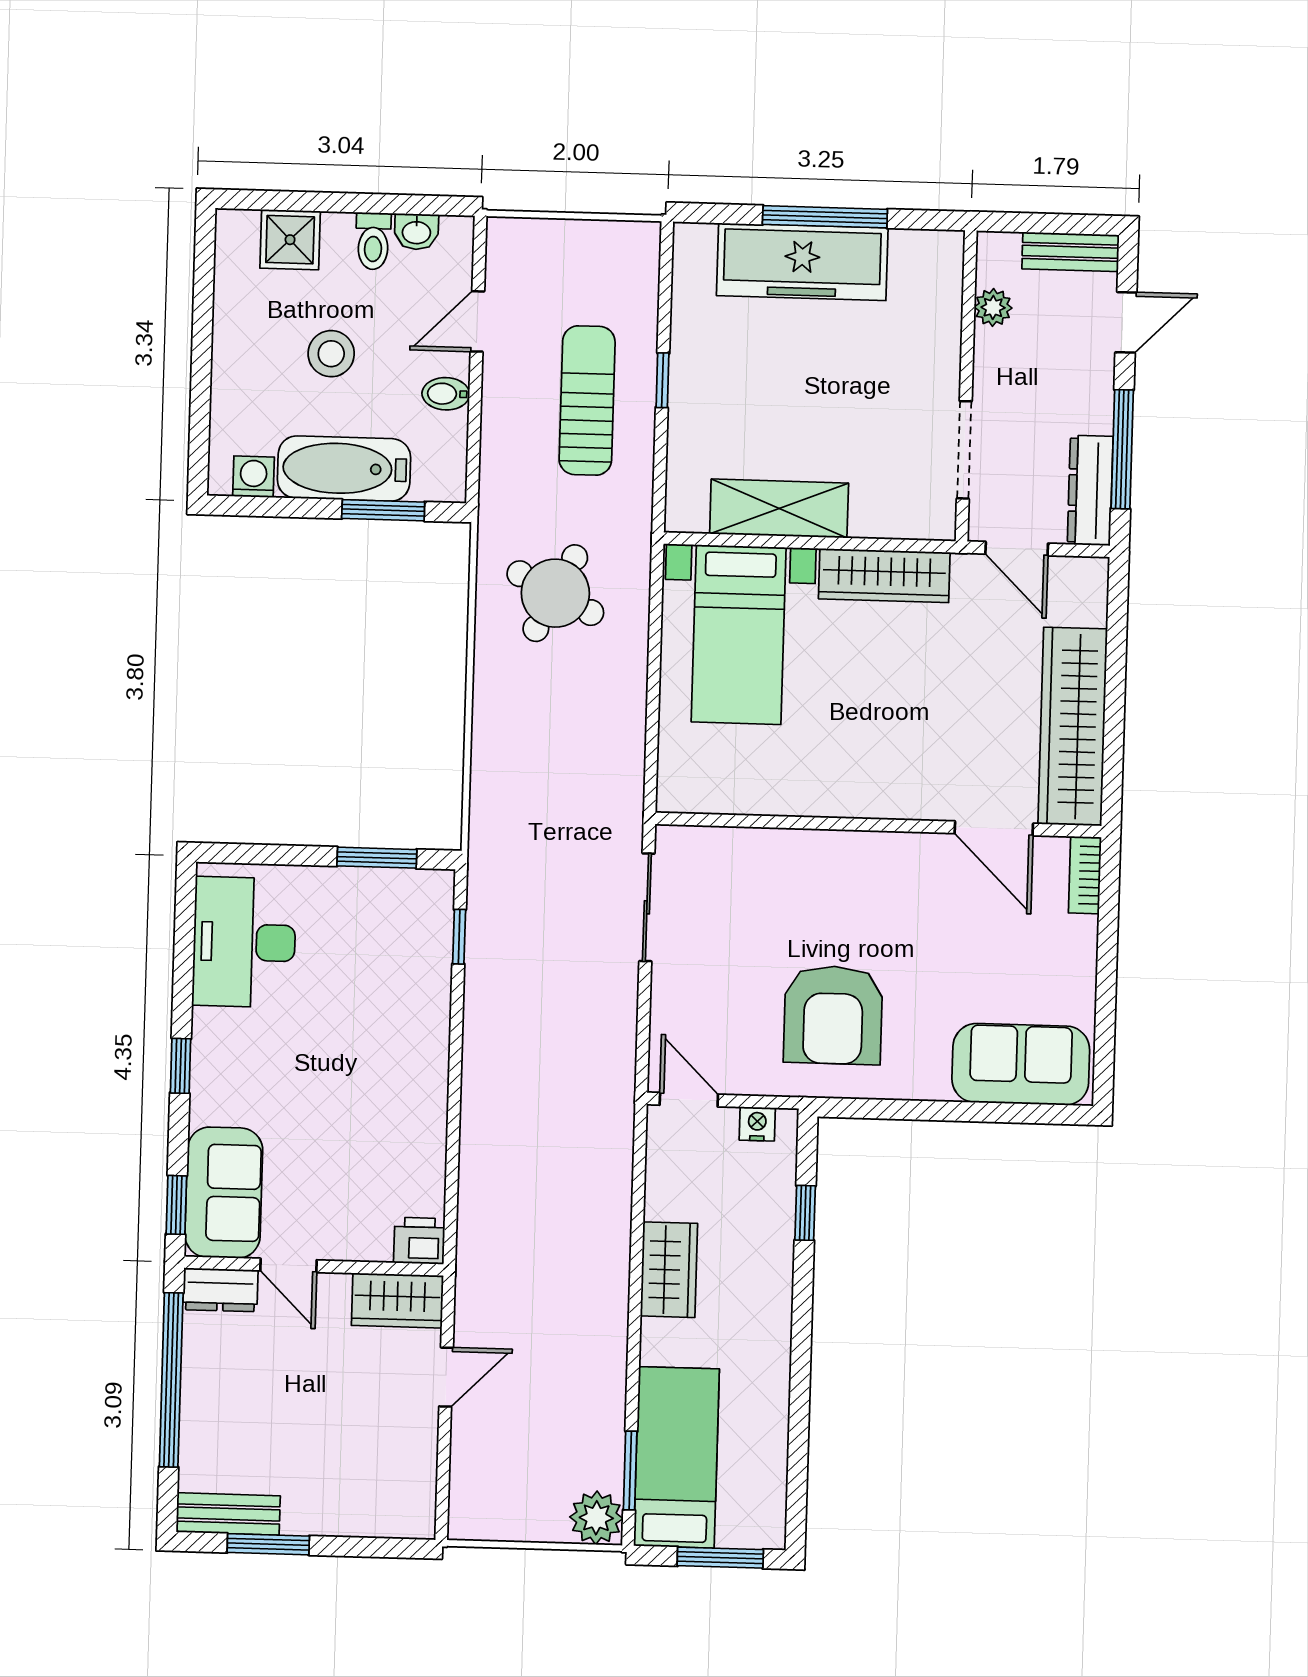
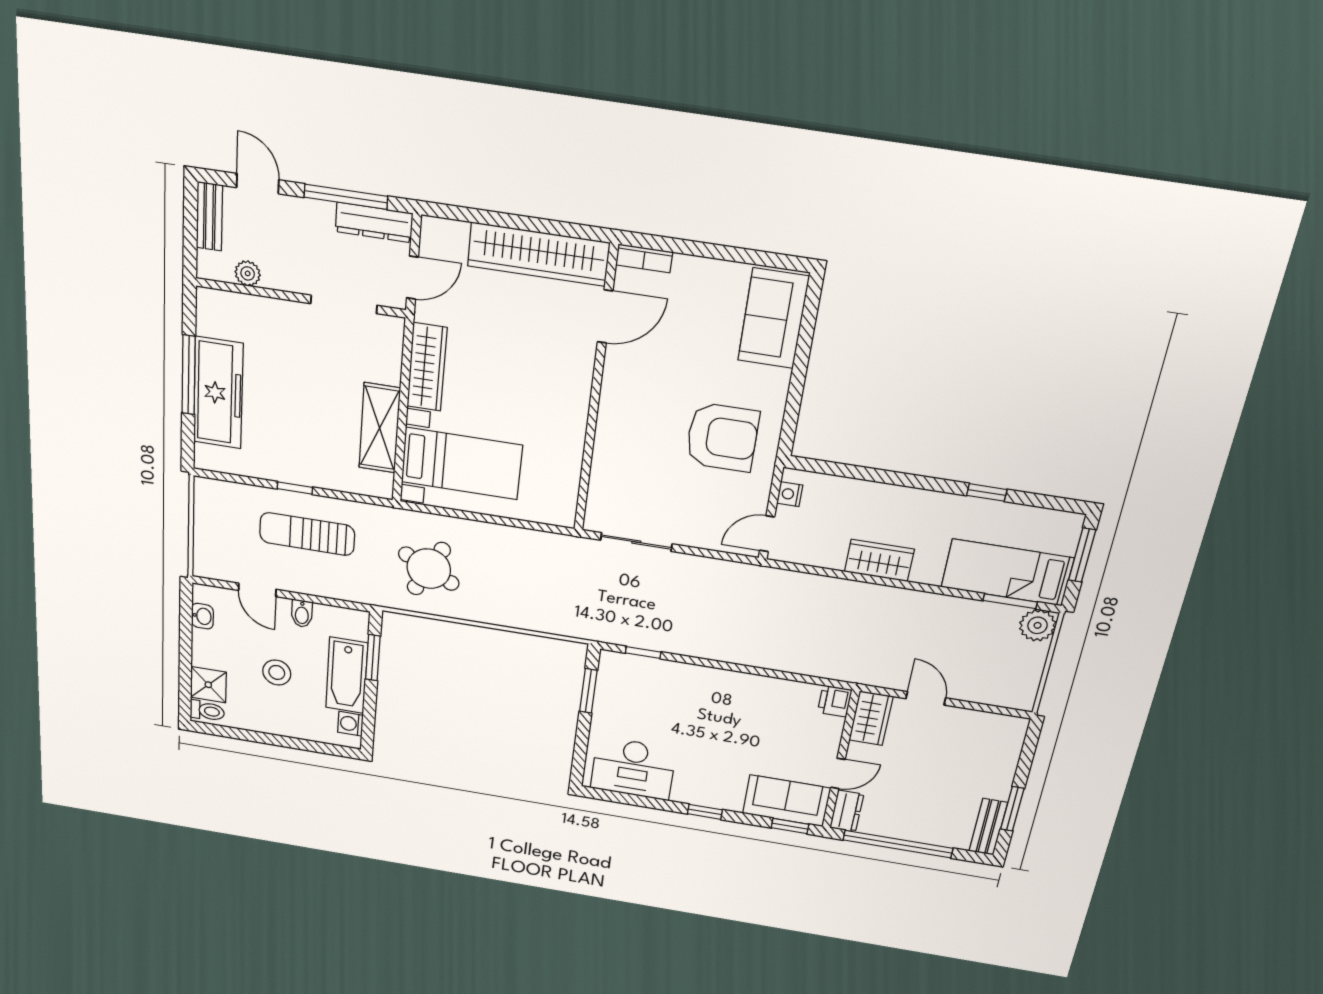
toilet: (373, 241) -> (207, 711), moved
window: (805, 1213) -> (987, 492), moved

